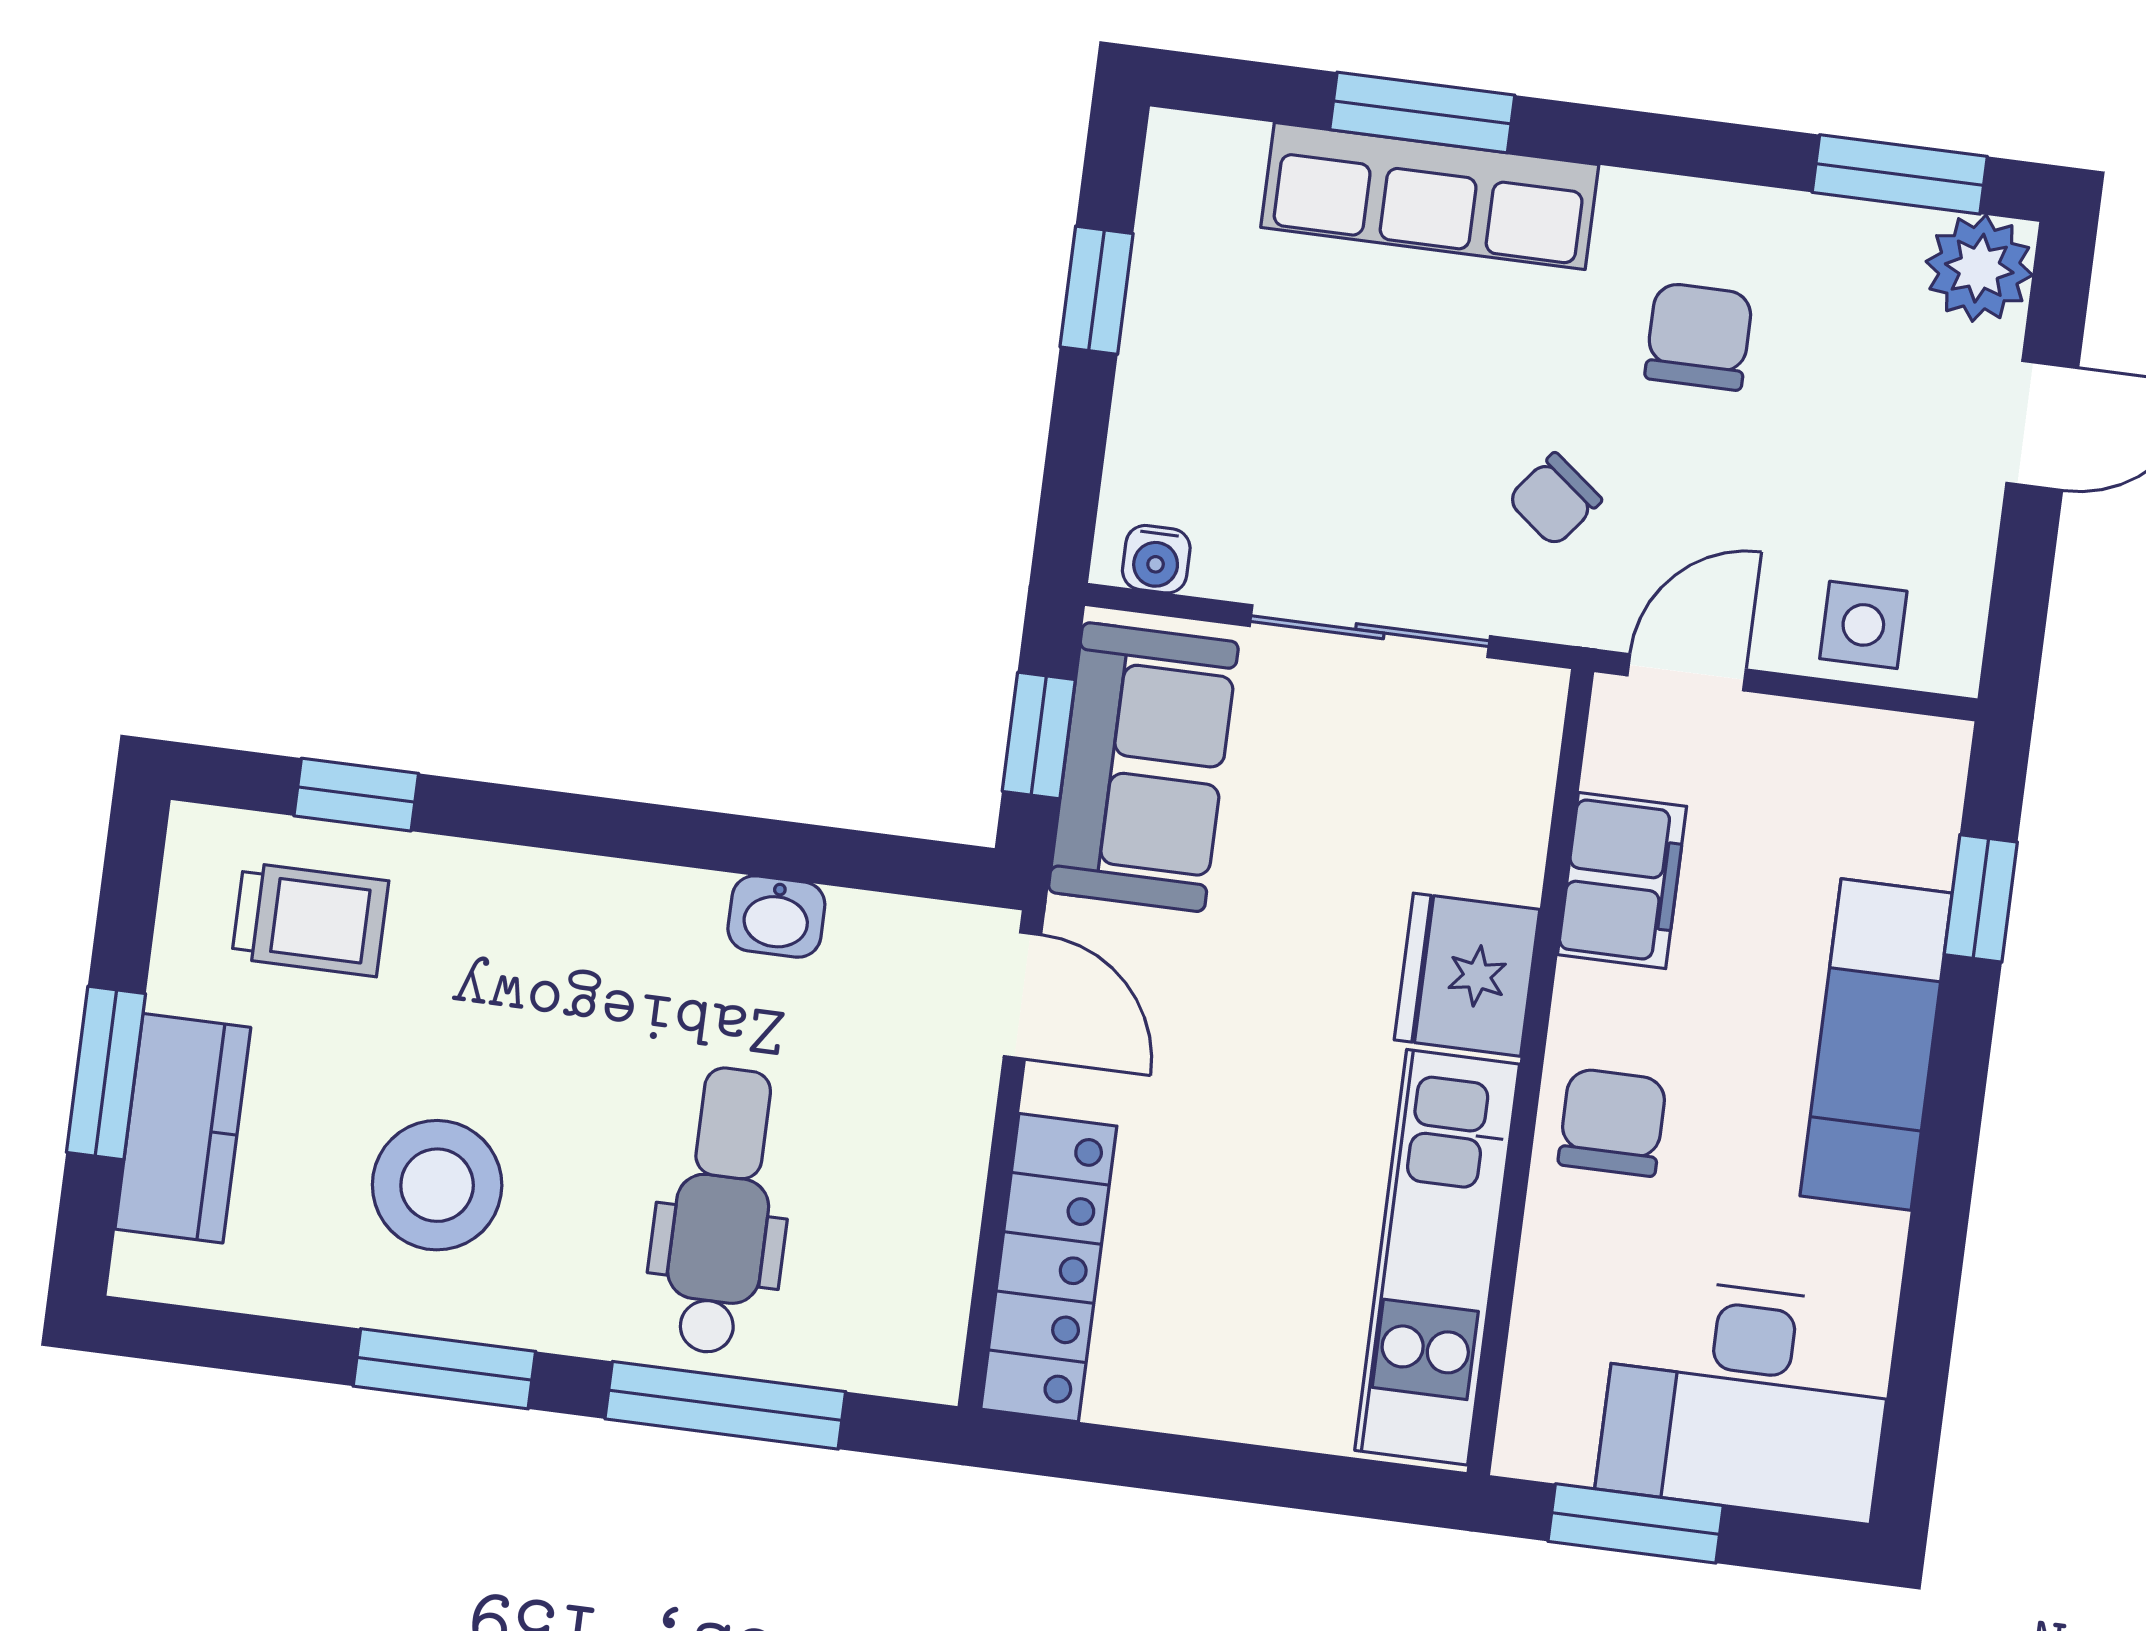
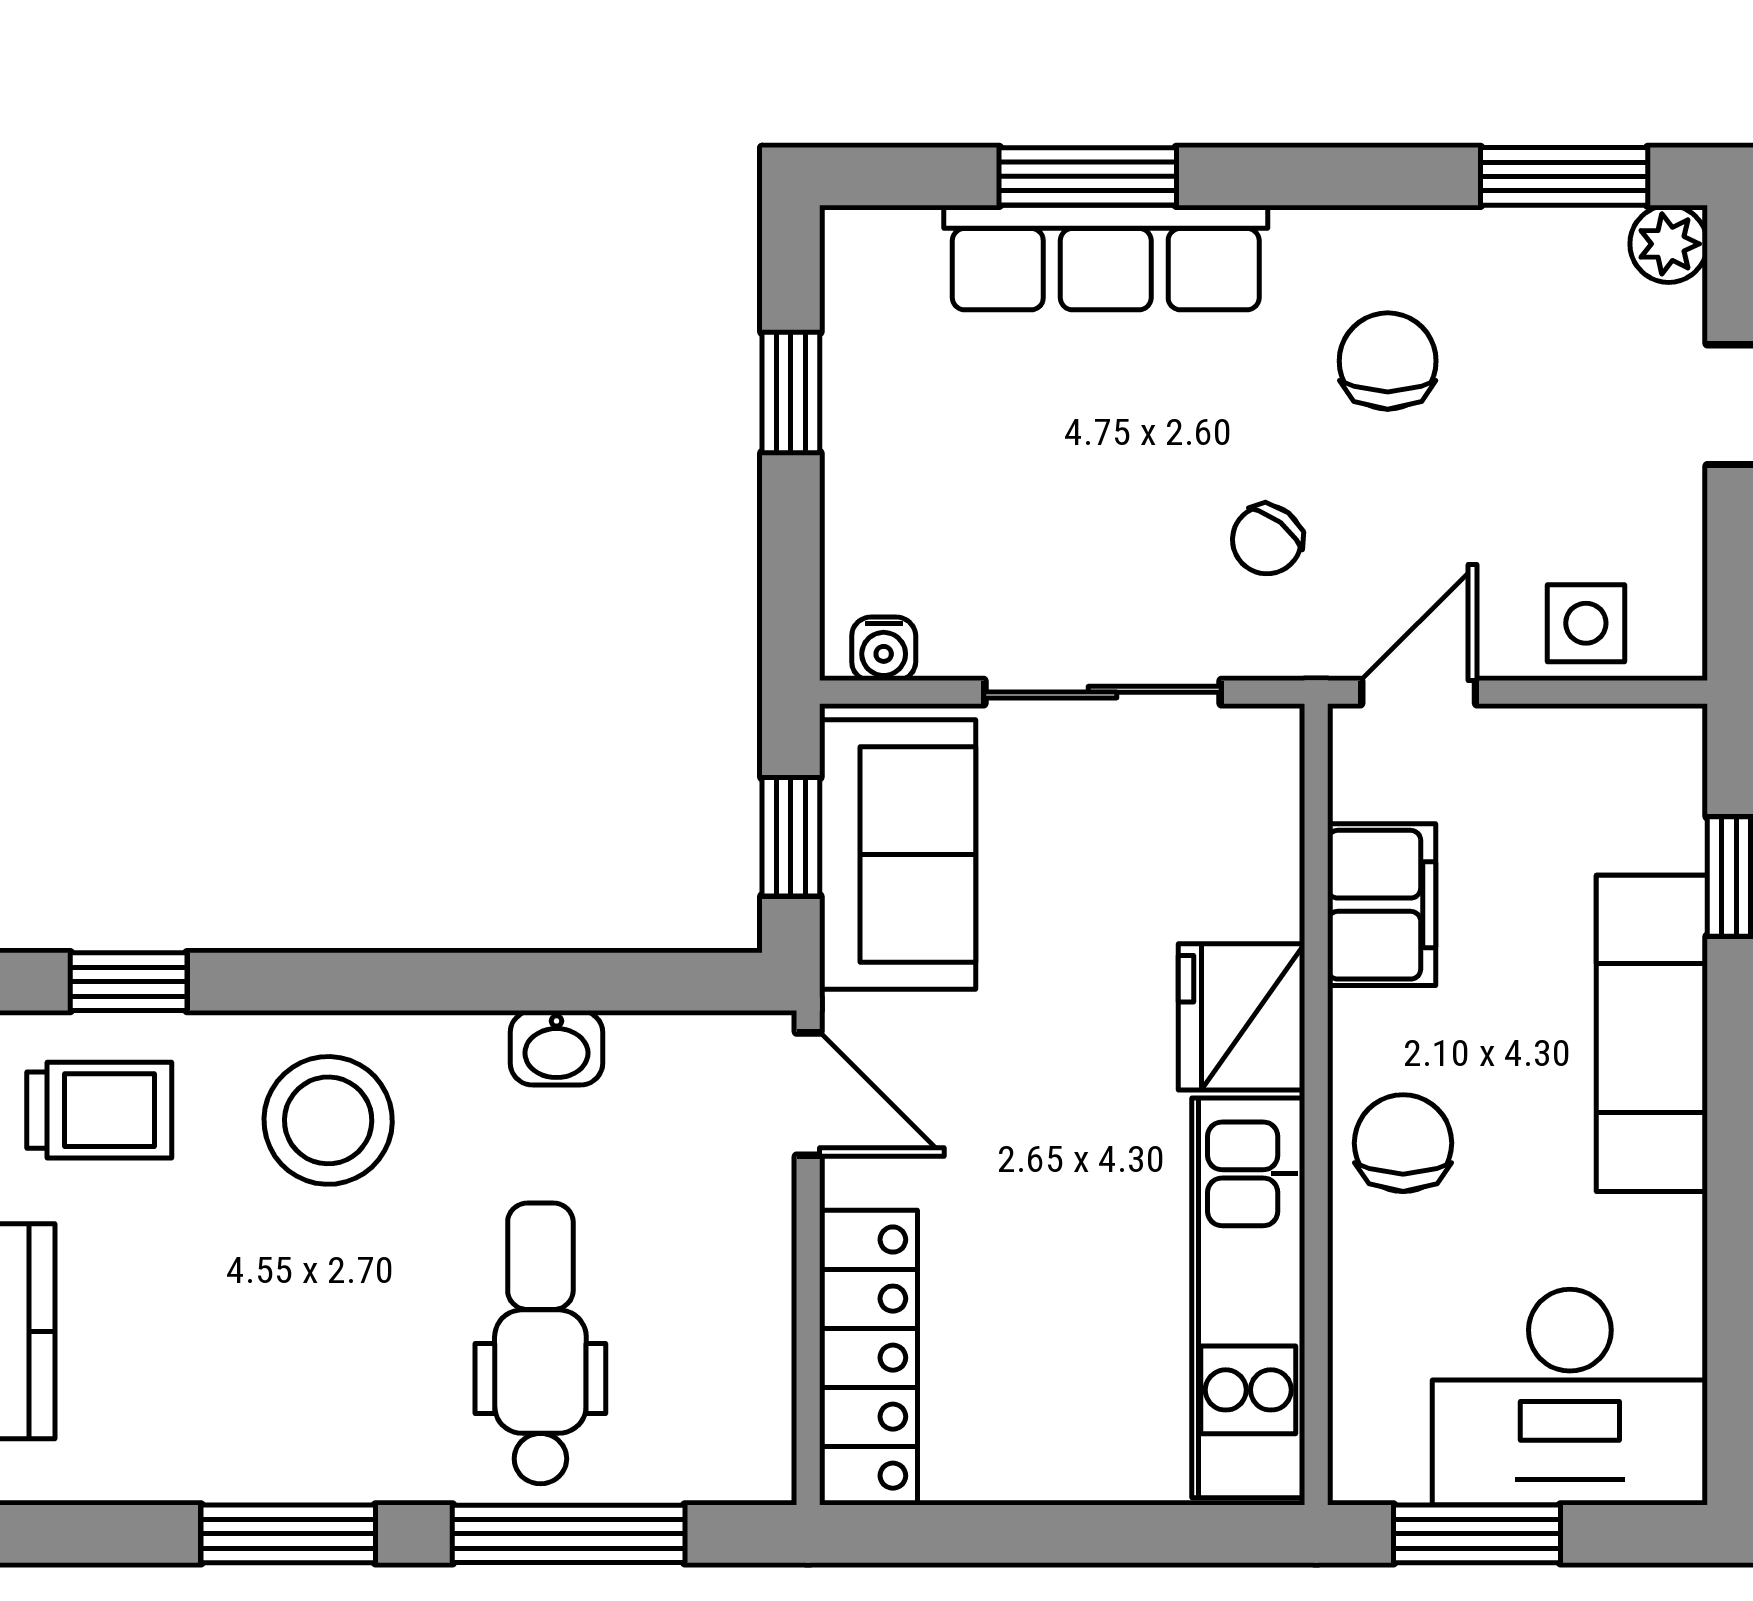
plant: (1979, 268) -> (1669, 244), width x0.73, depth x0.73
stool: (437, 1185) -> (328, 1120), moved

